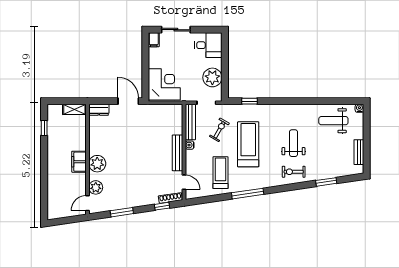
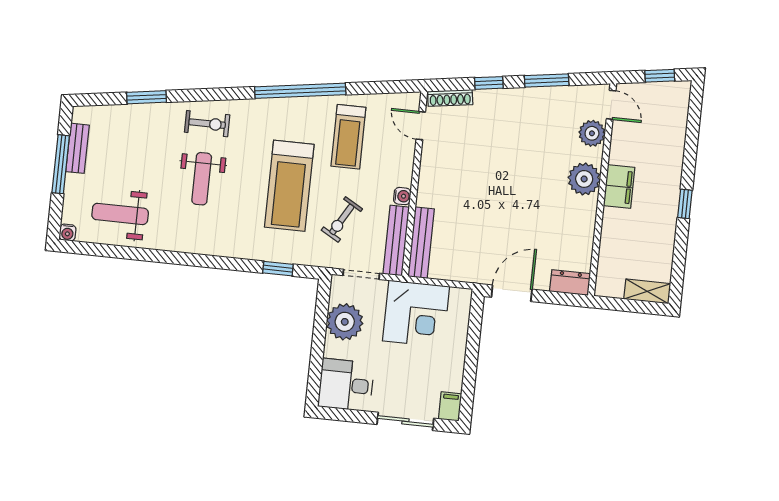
corner desk: (164, 84) -> (416, 314), moved, turned -90
door: (128, 101) -> (512, 293), swing flipped
shelving: (74, 109) -> (647, 291), moved
weight bench: (333, 121) -> (120, 214), turned 180
window: (44, 128) -> (685, 204), moved
window: (367, 143) -> (61, 164), added
bench: (177, 153) -> (421, 243), moved
window: (248, 194) -> (300, 91), width x1.46
door: (87, 203) -> (611, 105), hinge flipped
window: (162, 206) -> (489, 83), moved
window: (64, 221) -> (660, 76), added

